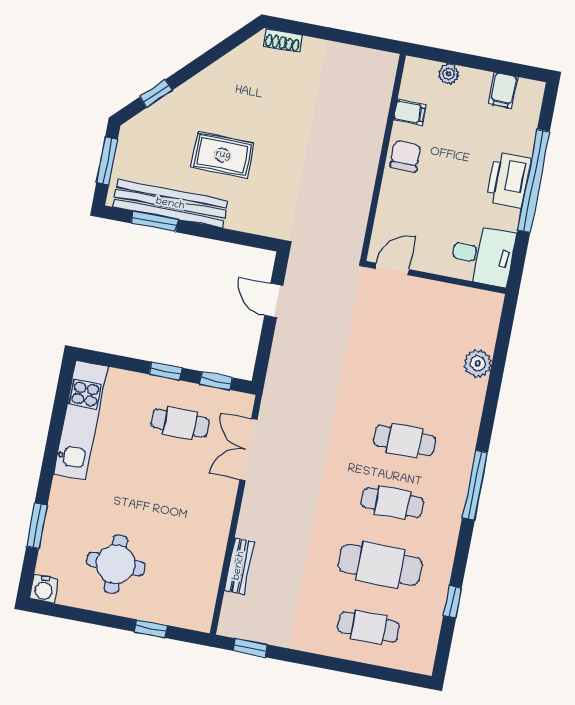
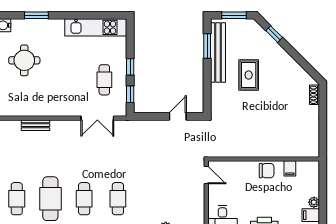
plant: (449, 74) -> (314, 202), moved
double door: (248, 450) -> (97, 118), swing flipped

